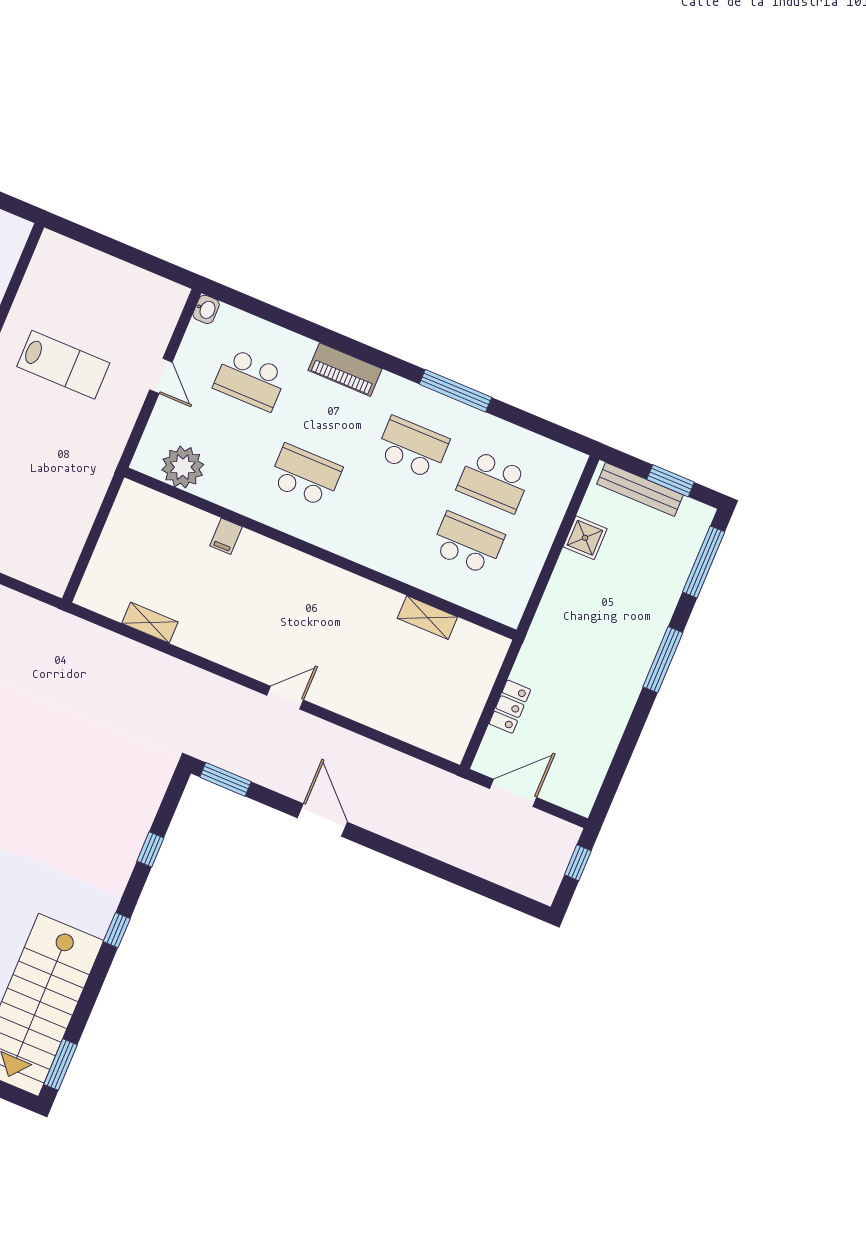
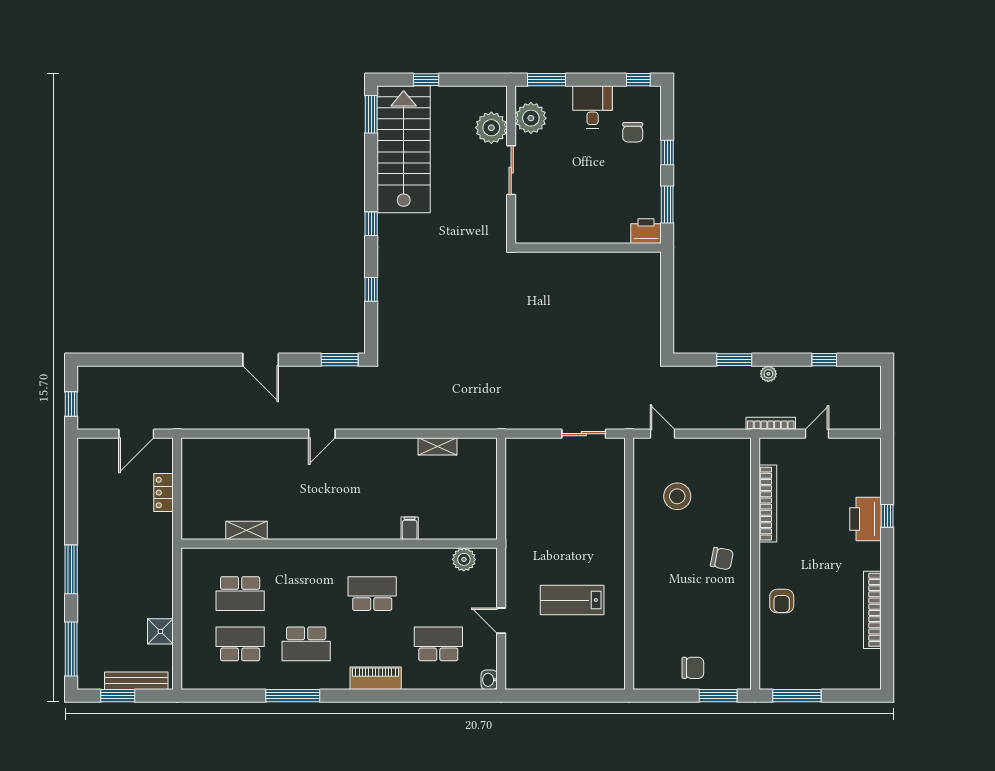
plant: (183, 467) -> (464, 559), width x0.73, depth x0.73
school desk: (305, 475) -> (372, 594), turned 180

